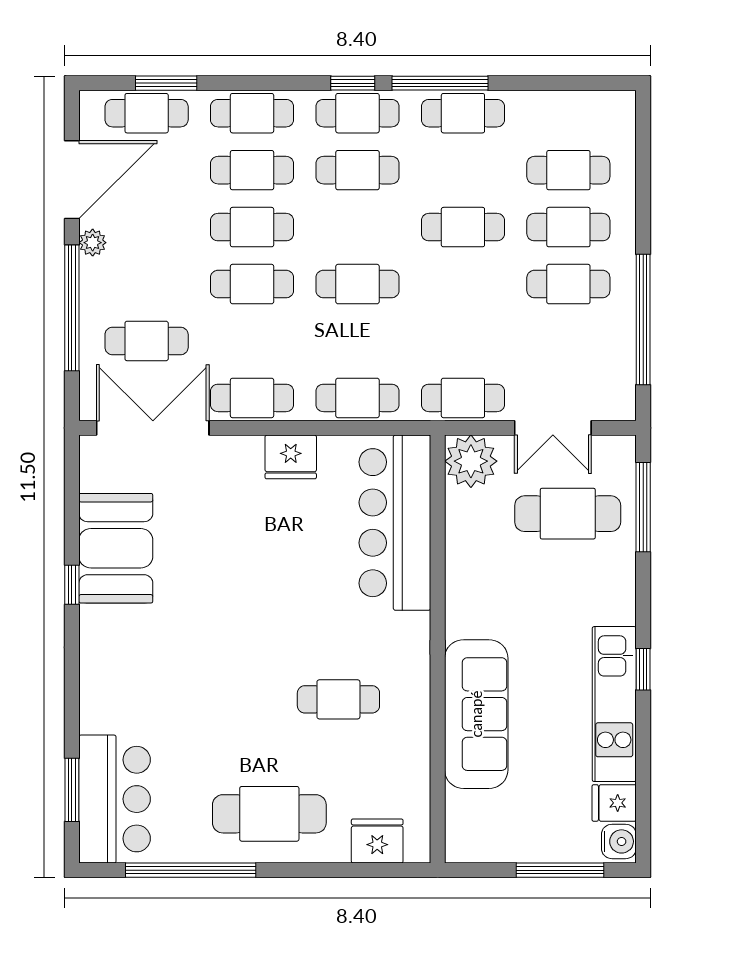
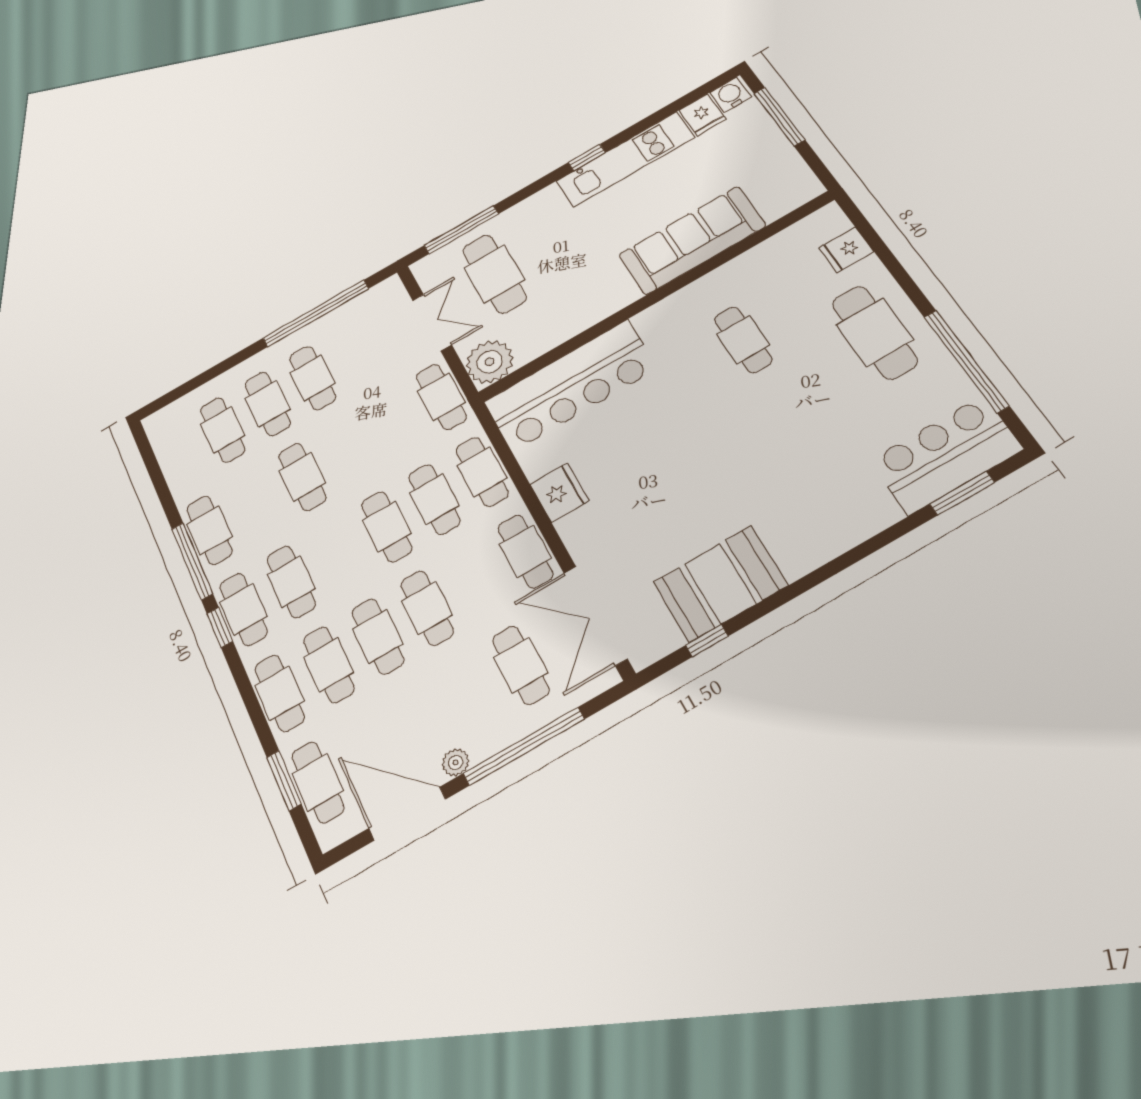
cafe table: (357, 341) -> (434, 499), added
window: (72, 585) -> (707, 641), moved
fridge: (377, 841) -> (846, 250), width x0.72

